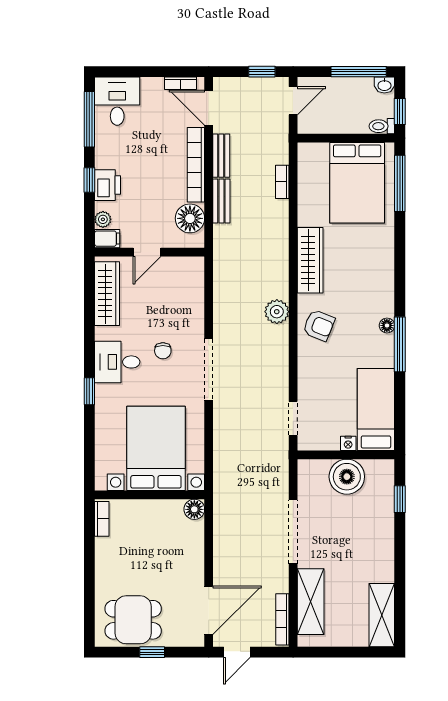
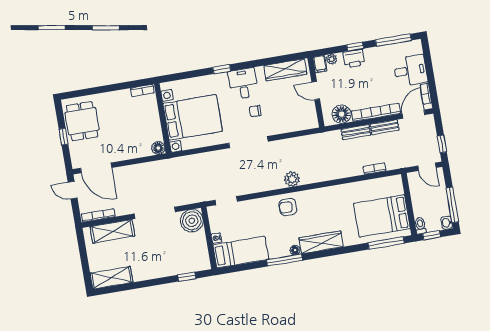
desk: (117, 101) -> (410, 70), moved
wardrobe: (310, 260) -> (321, 242), moved, turned 180
armchair: (319, 325) -> (288, 207), turned 68
boiler: (347, 477) -> (192, 221), moved

